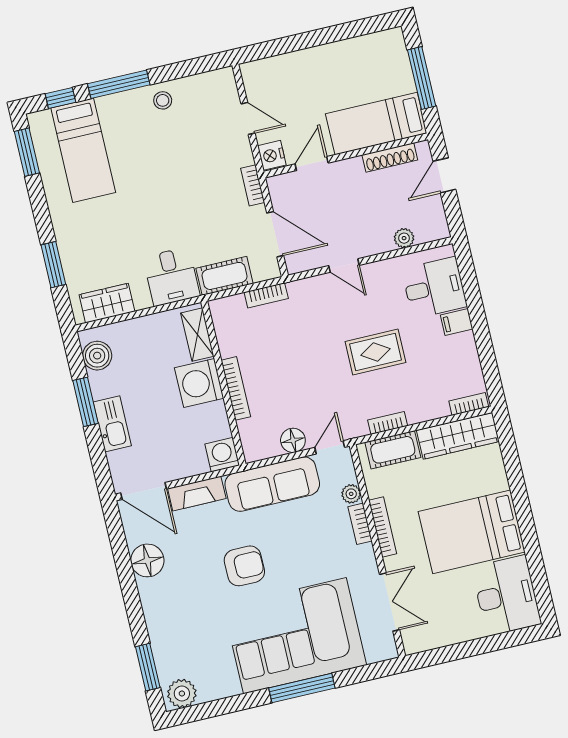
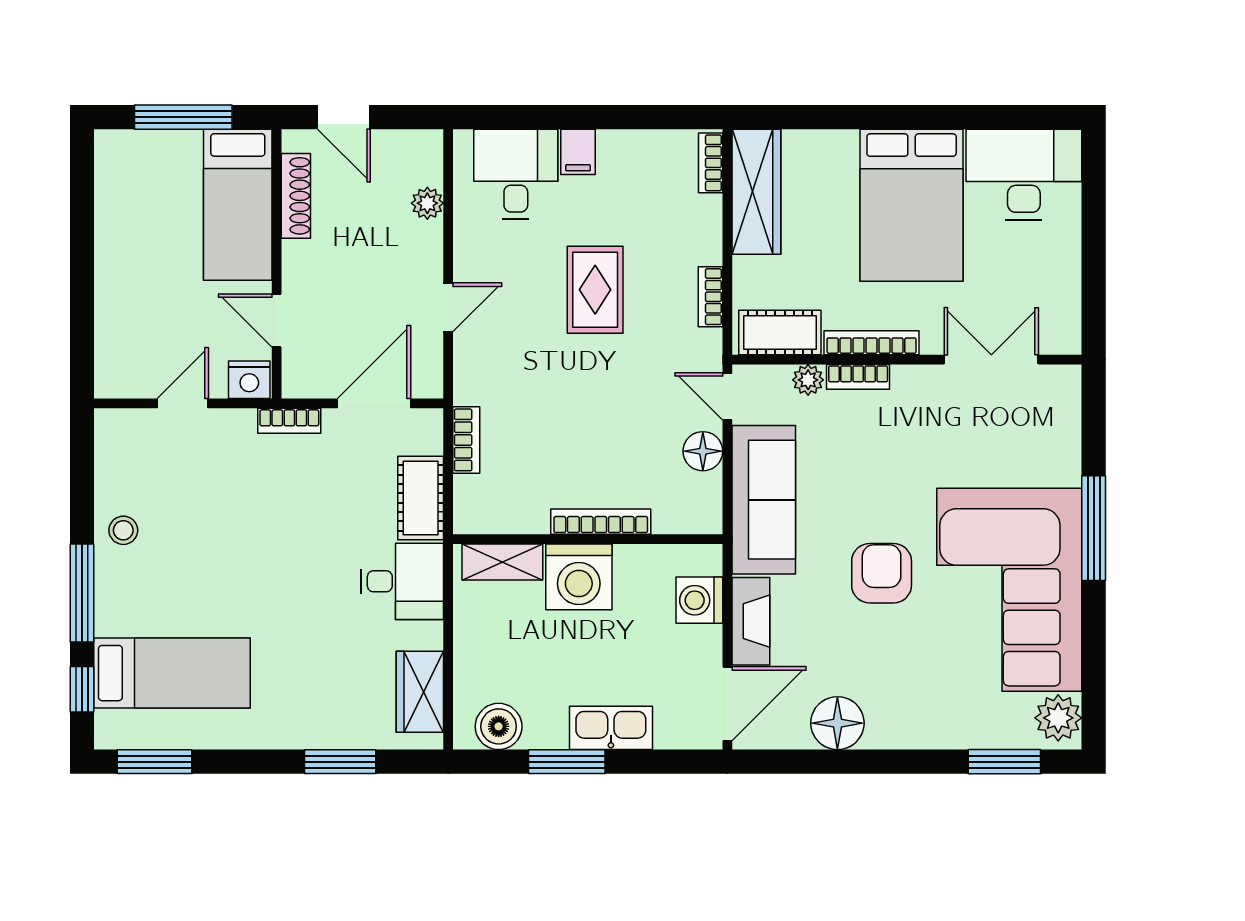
cot: (393, 450) -> (780, 332), moved, turned 90
washing machine: (222, 455) -> (699, 600), moved
corner sofa: (295, 636) -> (1009, 590), moved

